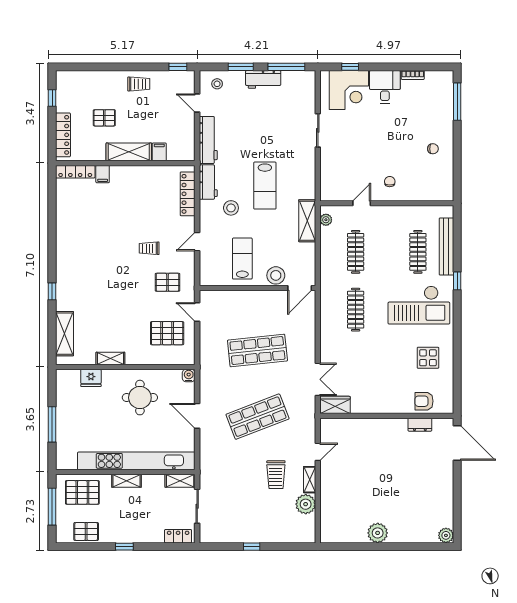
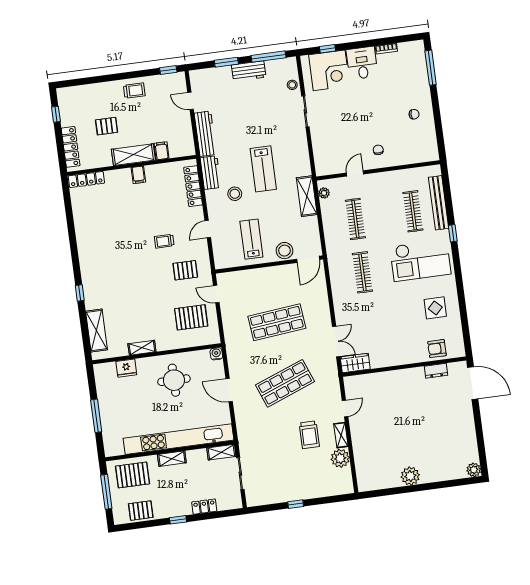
stool: (217, 84) -> (292, 85), moved
filing cabinet: (103, 174) -> (138, 175), moved
locker: (178, 536) -> (204, 507), moved

